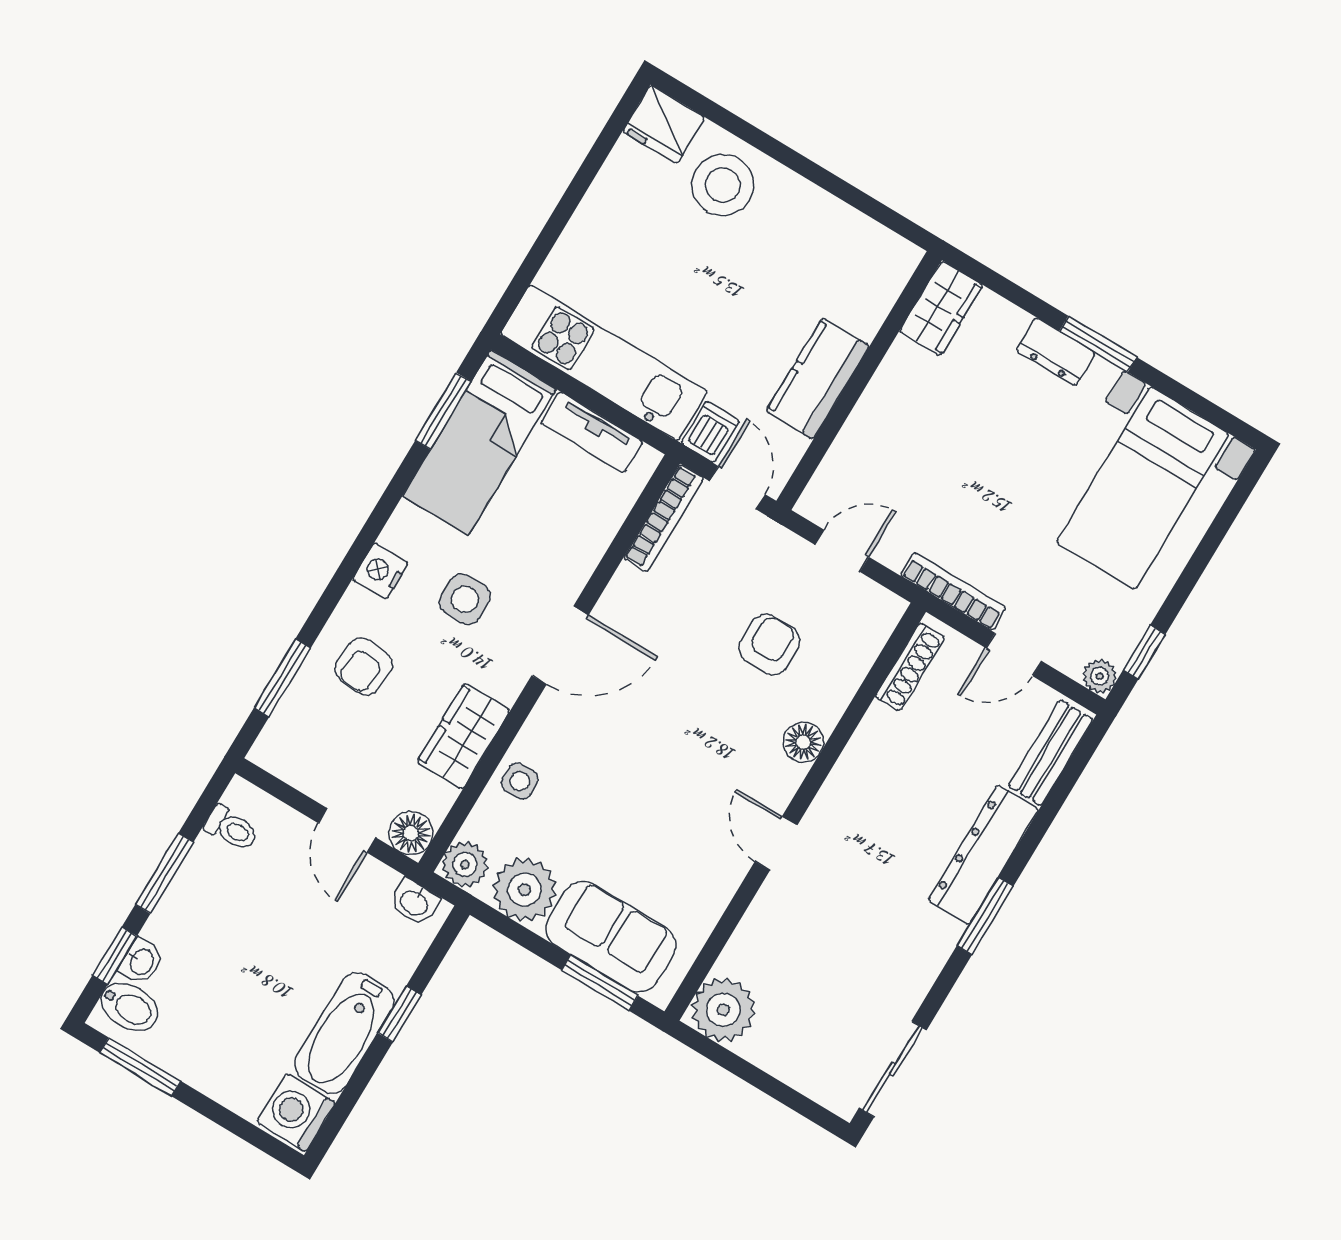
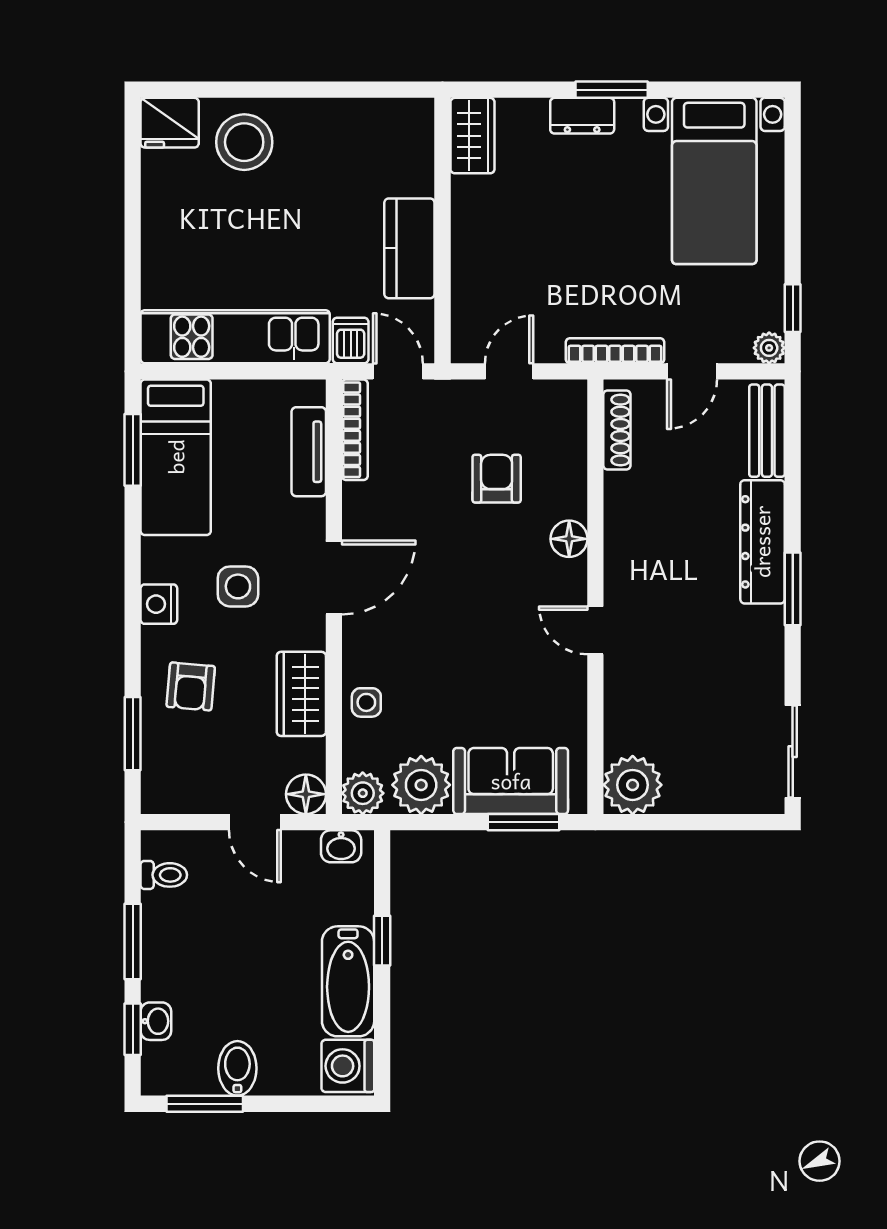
tv unit: (592, 432) -> (309, 452), moved, turned 90
bidet: (129, 1007) -> (237, 1068), moved, turned -90

